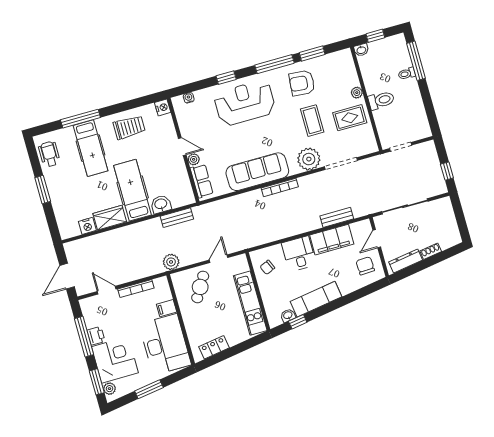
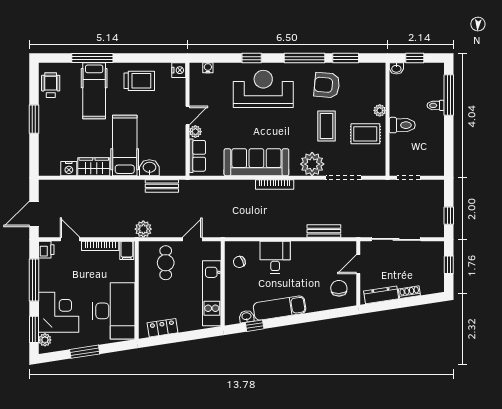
door: (182, 147) -> (187, 115), hinge flipped
window: (460, 216) -> (449, 265), added
filing cabinet: (332, 240) -> (312, 252), removed
cafe table: (200, 287) -> (166, 263), turned -31
filing cabinet: (167, 308) -> (127, 250), moved, turned -90
printer: (96, 336) -> (46, 250), moved

